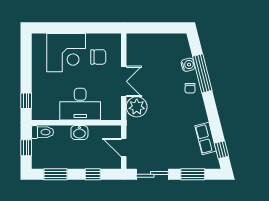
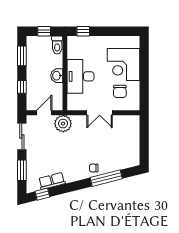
water cooler: (188, 65) -> (113, 166), removed
plant: (137, 107) -> (63, 124), moved

